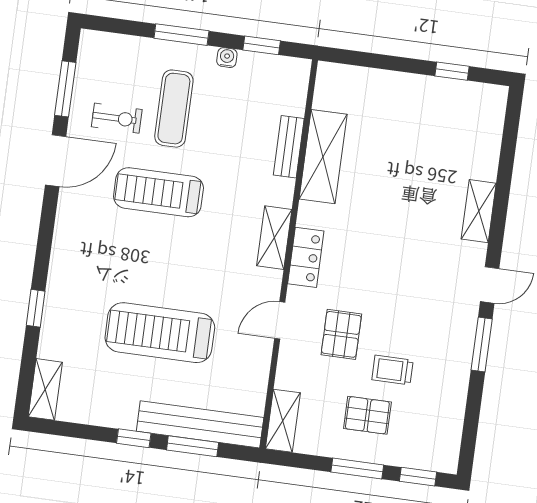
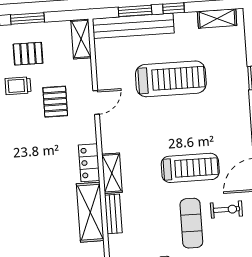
exercise bike: (117, 118) -> (226, 210), turned 180
shelving: (274, 238) -> (112, 173), moved
locker: (306, 257) -> (89, 163), moved
trolley: (392, 370) -> (18, 86), turned 180
shelving: (45, 389) -> (217, 18), moved, turned 90

